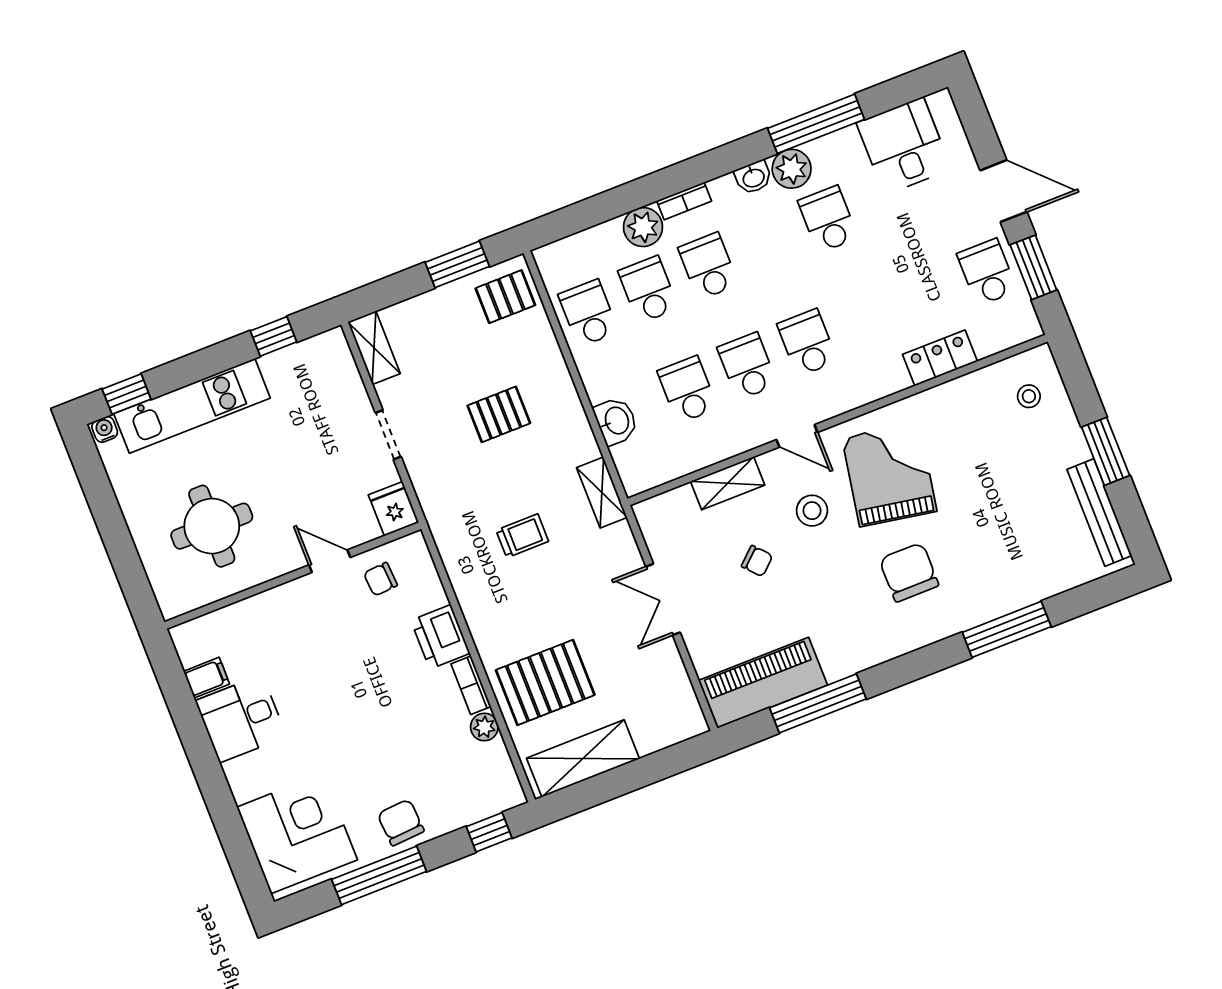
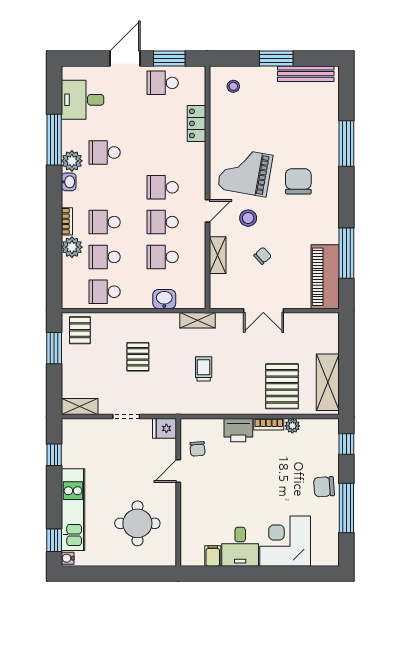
chair: (909, 572) -> (298, 181), turned 90
corner desk: (297, 833) -> (285, 541), moved

